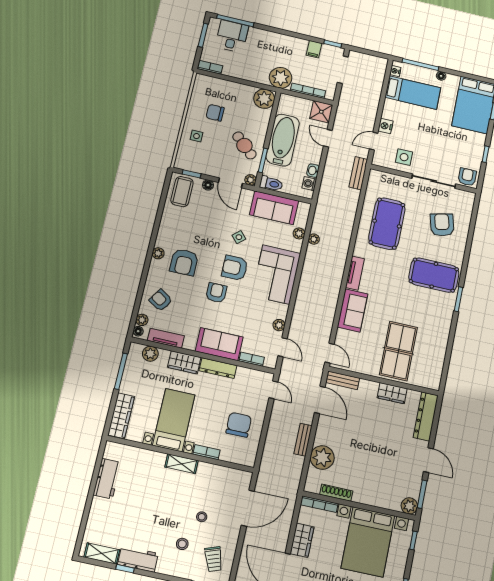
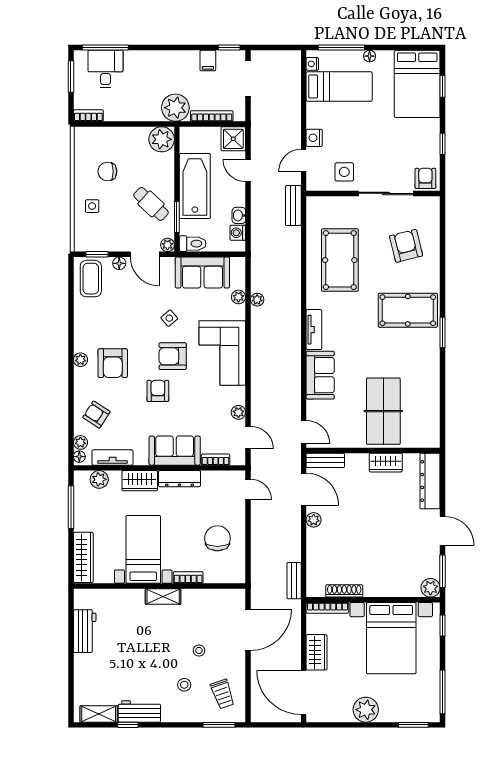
bench: (303, 440) -> (294, 581), moved
plant: (322, 458) -> (314, 520), moved, width x0.53, depth x0.53

